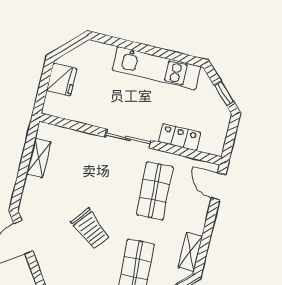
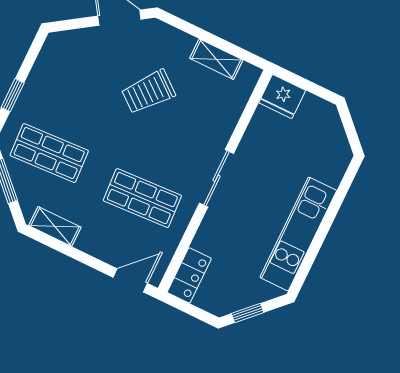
fridge: (62, 80) -> (282, 97), moved
locker: (179, 137) -> (189, 275), moved
trolley: (90, 229) -> (148, 92), moved

